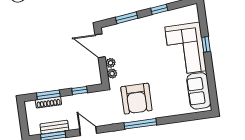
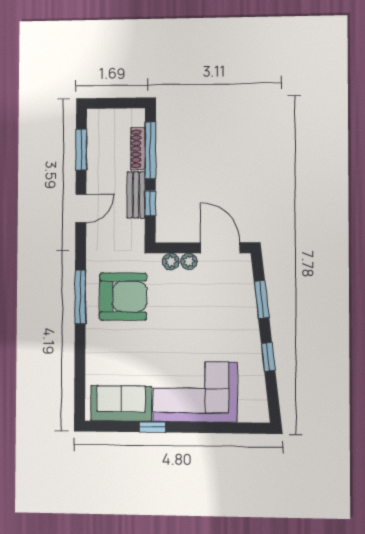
window: (206, 44) -> (152, 427), moved
door: (100, 46) -> (220, 248), hinge flipped
window: (48, 95) -> (150, 150), width x1.44
armchair: (136, 99) -> (123, 296), turned 180
bench: (54, 127) -> (136, 195), moved

